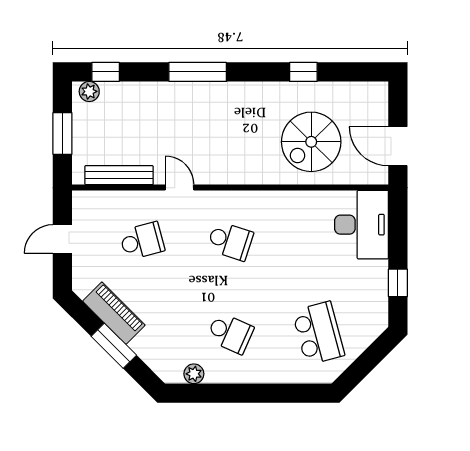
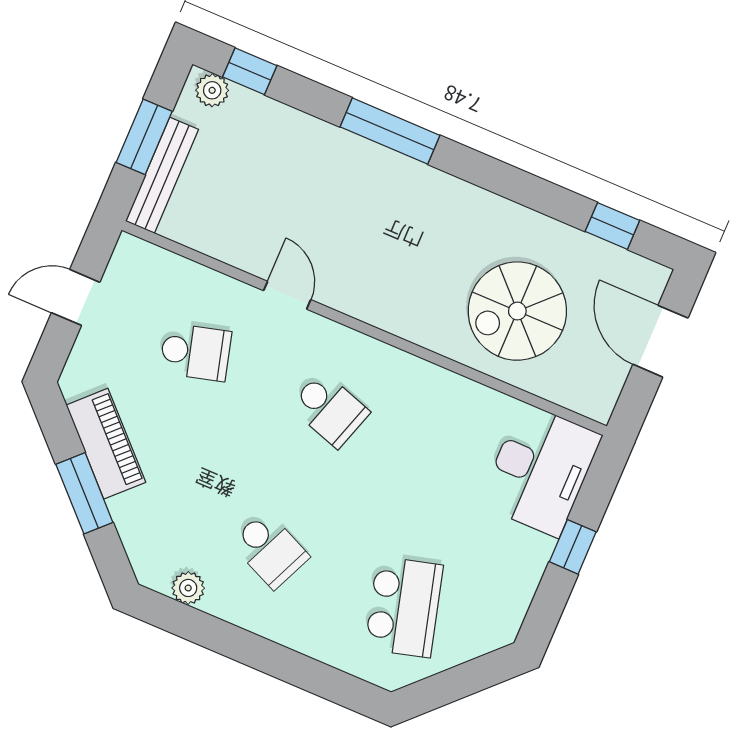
window: (303, 72) -> (612, 226), moved
door: (398, 146) -> (660, 341), moved
bench: (119, 175) -> (162, 175), moved, turned 90
window: (398, 283) -> (573, 547), moved

